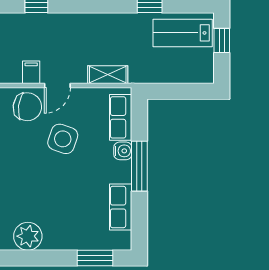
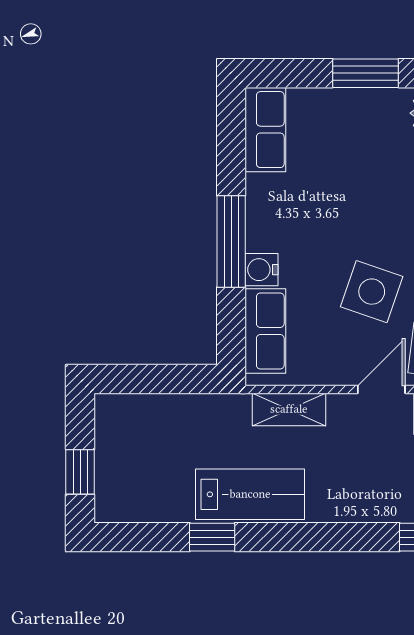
lab bench: (183, 33) -> (250, 494), moved
row of seats: (121, 207) -> (265, 130), moved
window: (95, 258) -> (366, 73), moved

